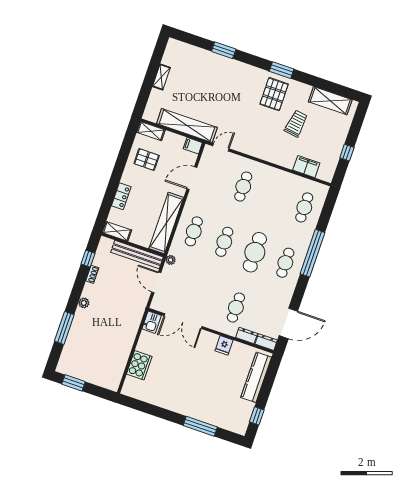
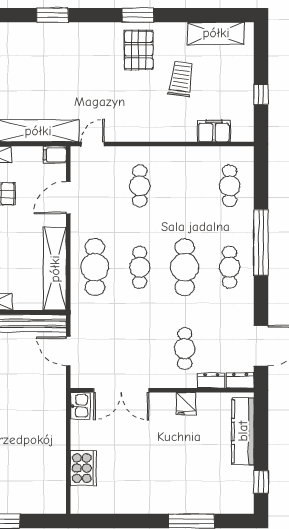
cafe table: (194, 231) -> (95, 267), width x1.37, depth x1.35
plant: (171, 260) -> (77, 315), removed

